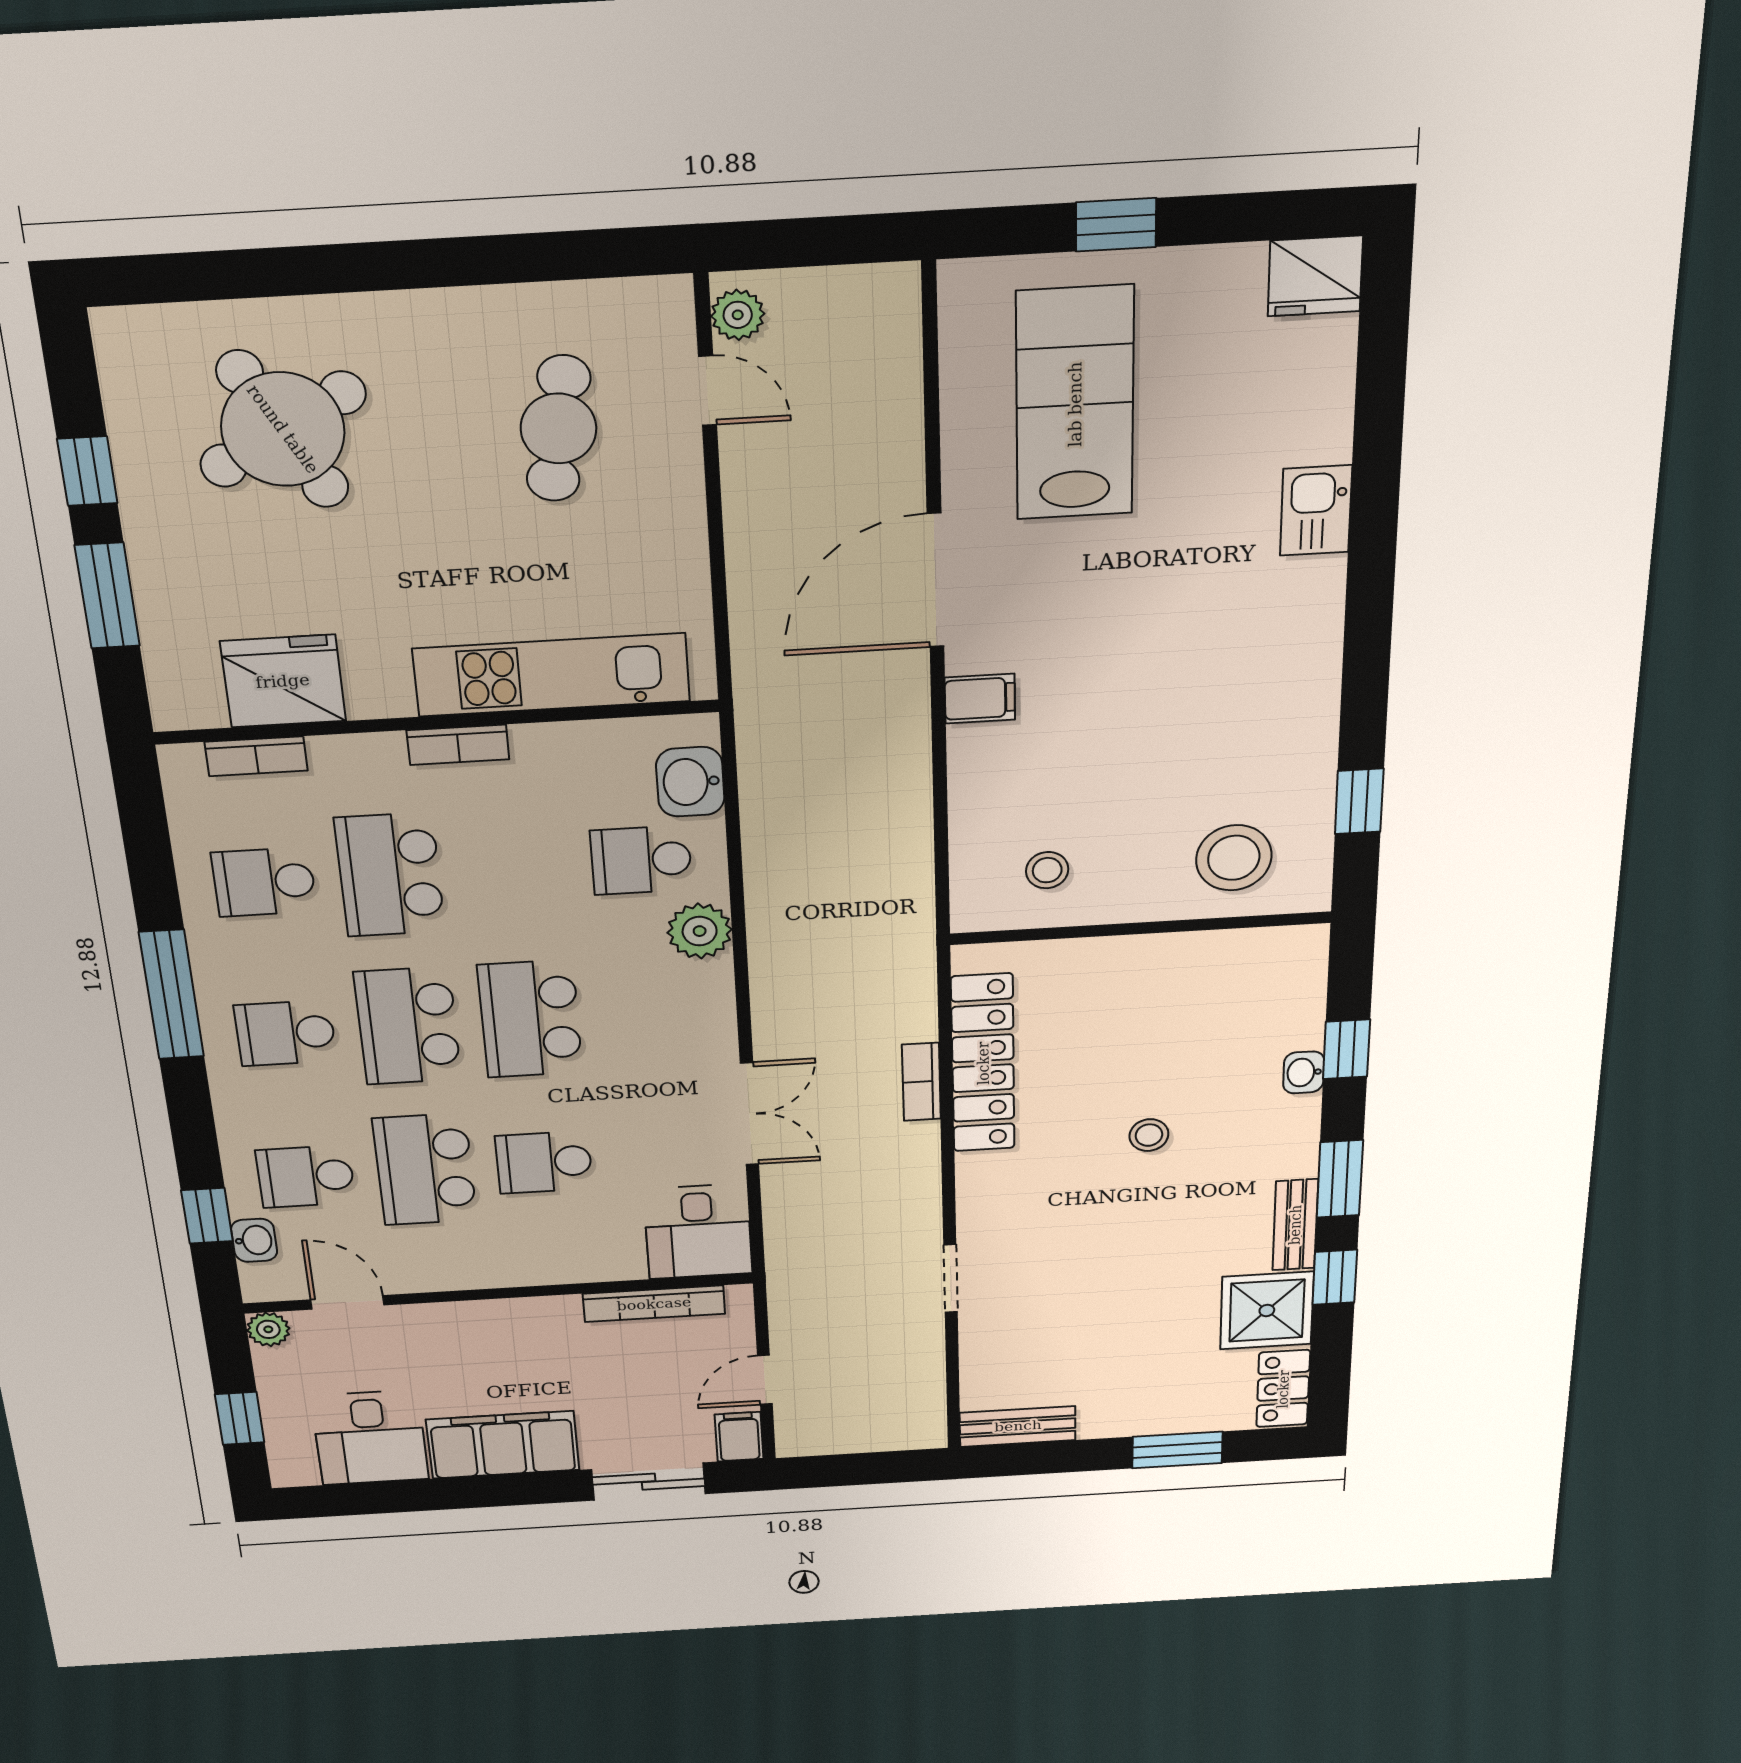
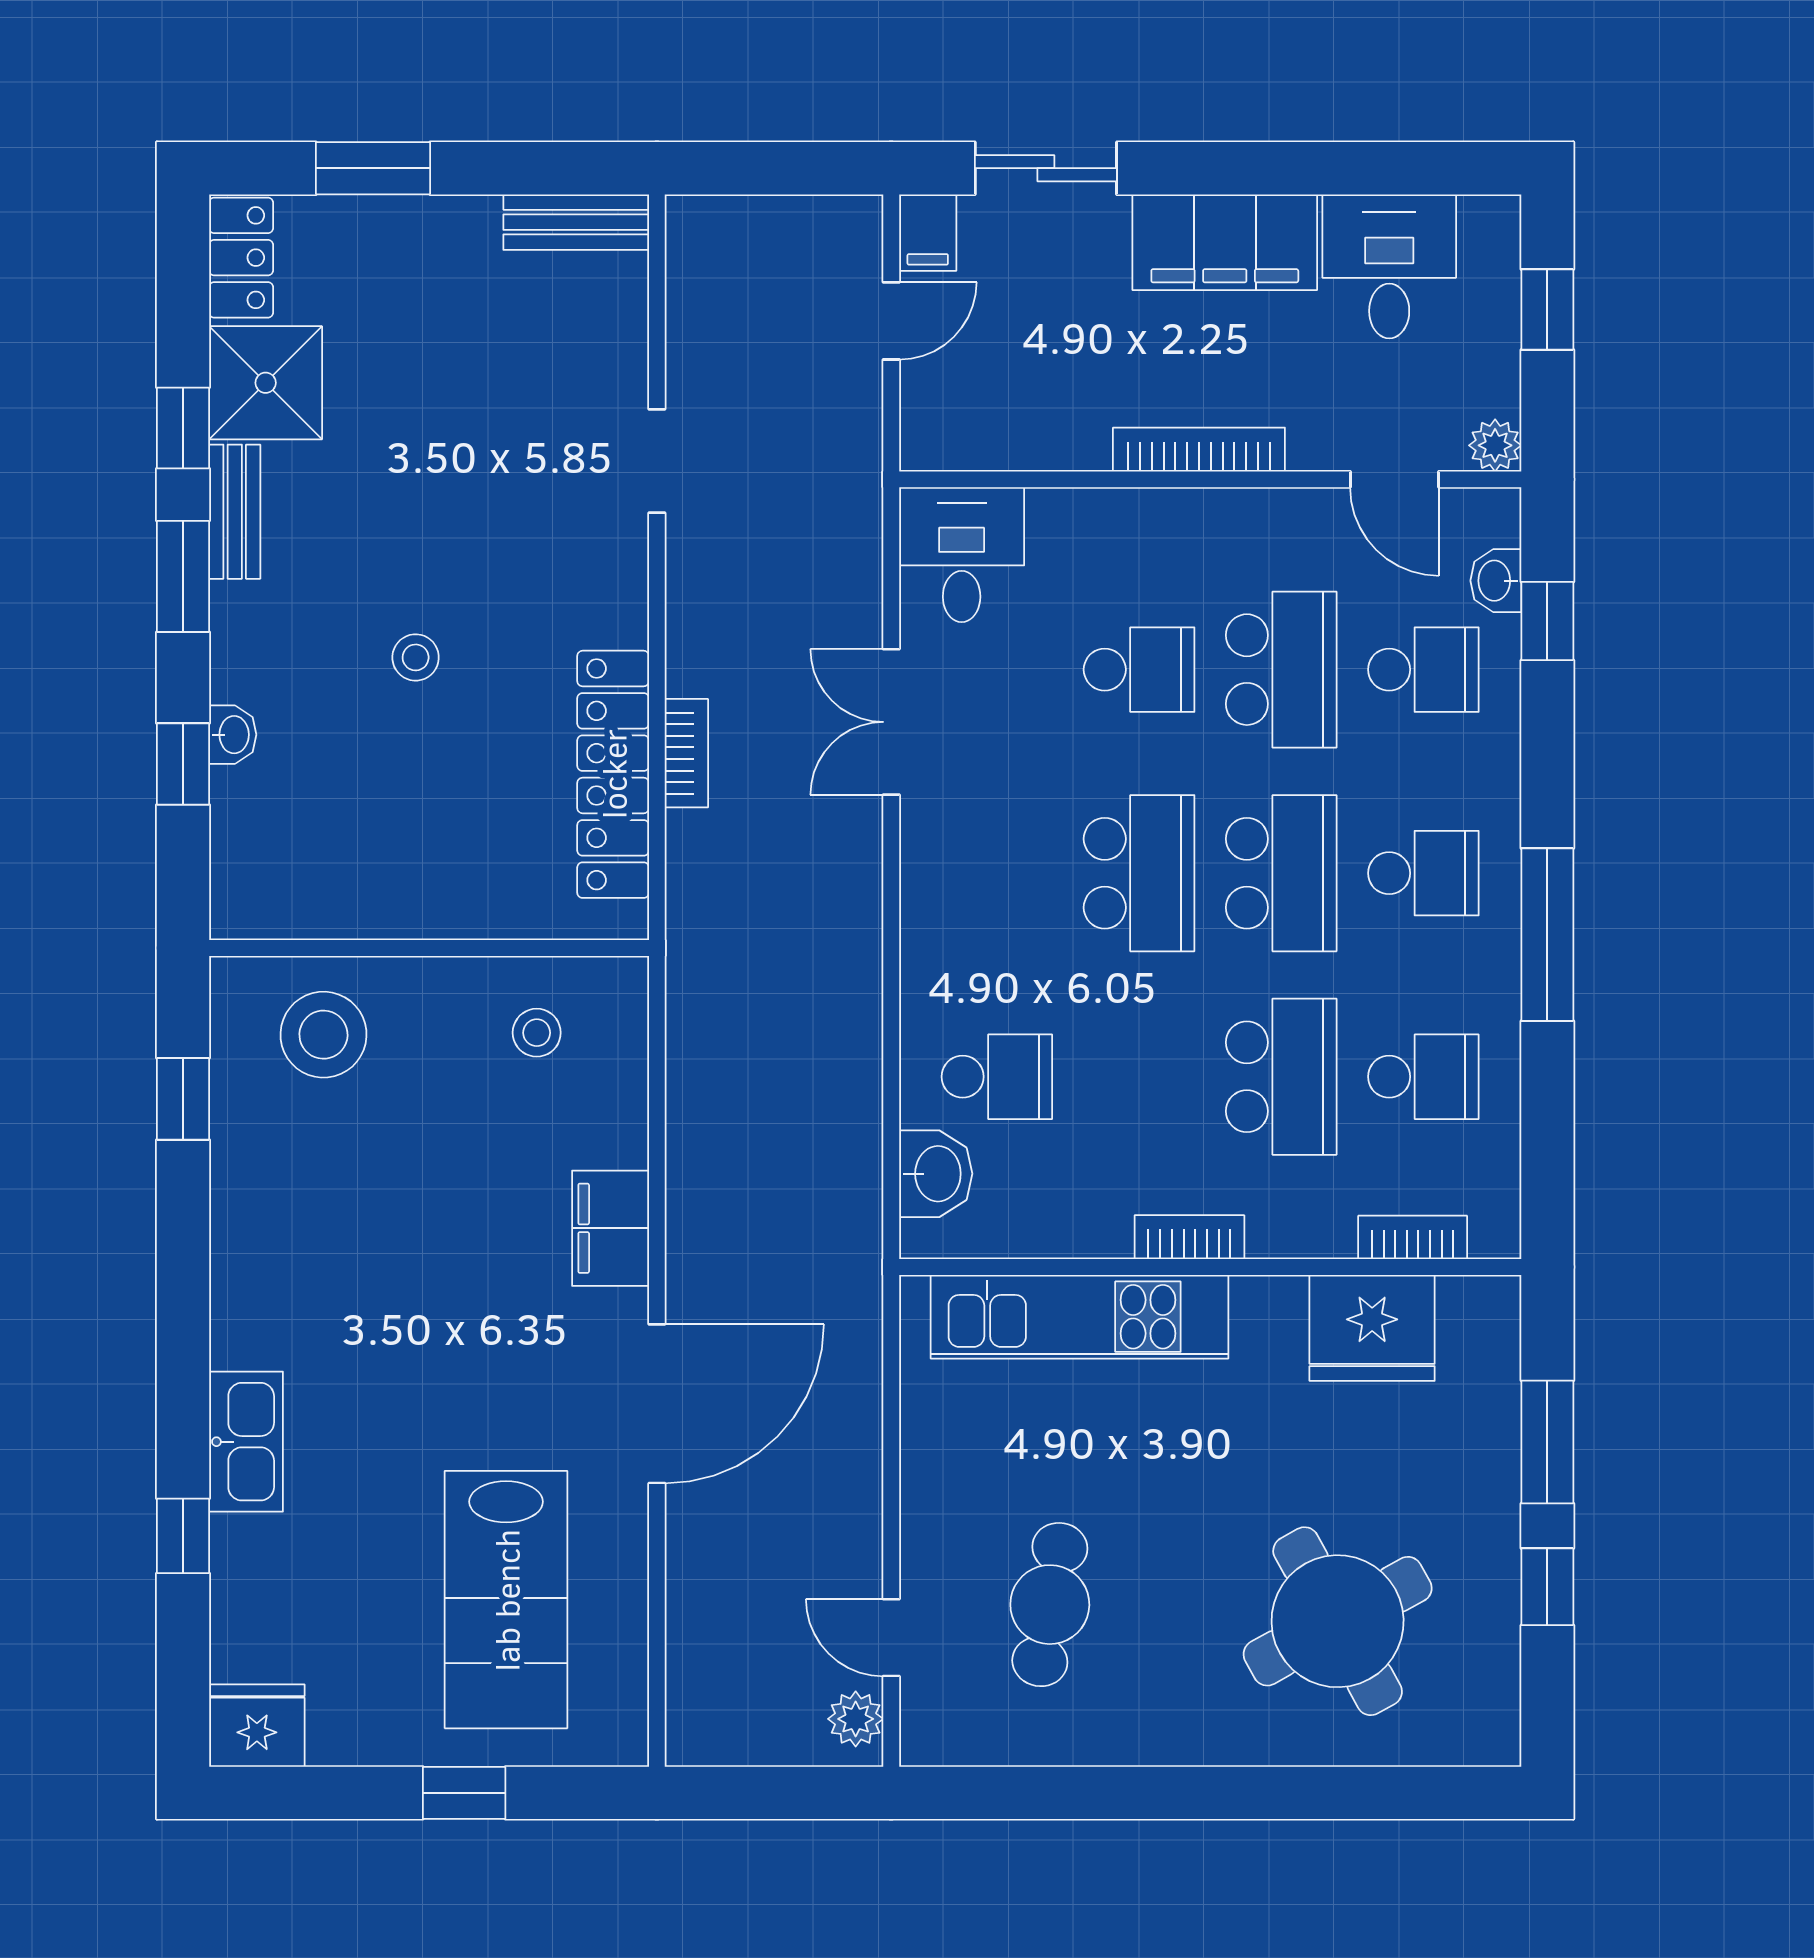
window: (1378, 442) -> (183, 1536), added
kitchen sink: (1316, 511) -> (246, 1442), width x1.38
filing cabinet: (980, 699) -> (611, 1228), width x2.00
plant: (700, 931) -> (936, 979), removed
bookcase: (654, 1304) -> (1199, 450), moved

